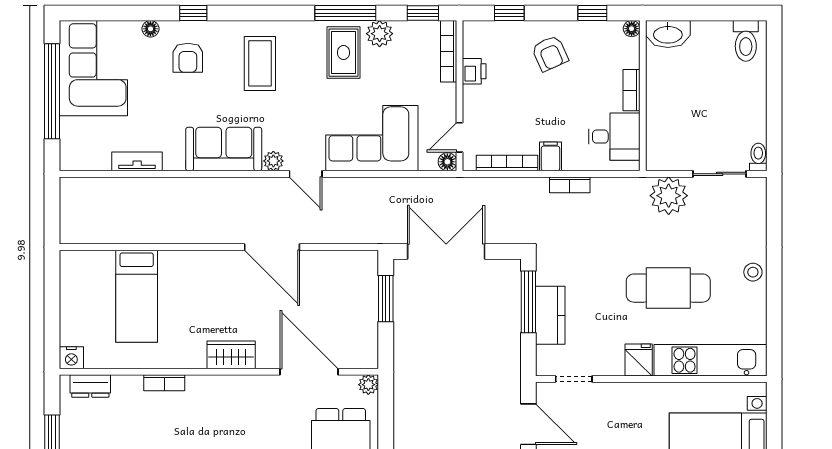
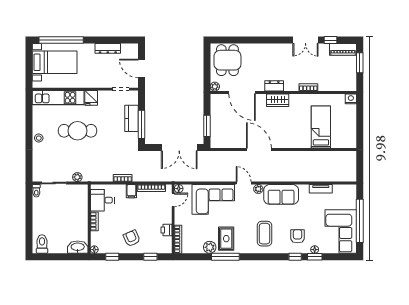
window: (423, 13) -> (315, 257), moved
plant: (669, 196) -> (77, 177), width x0.53, depth x0.53
dresser: (90, 386) -> (274, 86), moved

